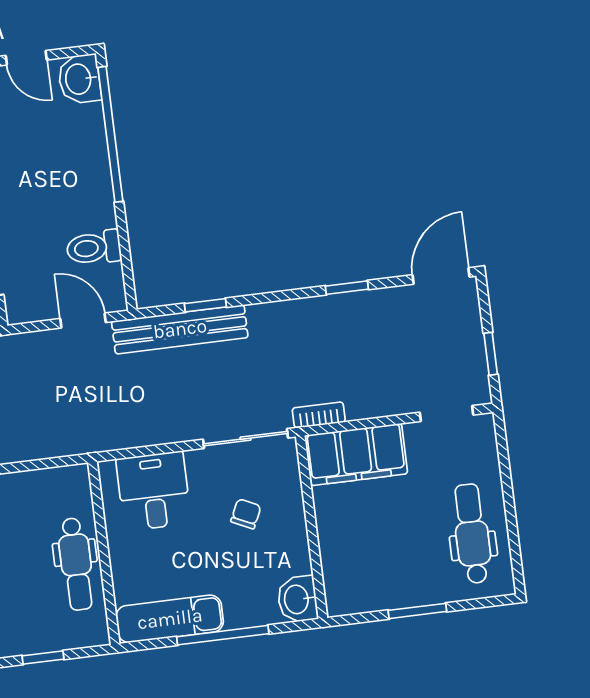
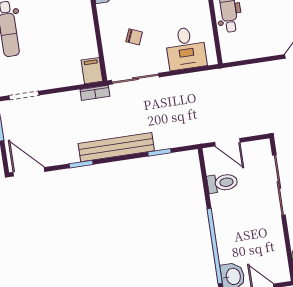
door: (441, 276) -> (29, 172), swing flipped
bench: (180, 329) -> (116, 147), moved
filing cabinet: (356, 455) -> (92, 71), width x0.33, depth x0.86
chair: (246, 514) -> (134, 37), turned -93

